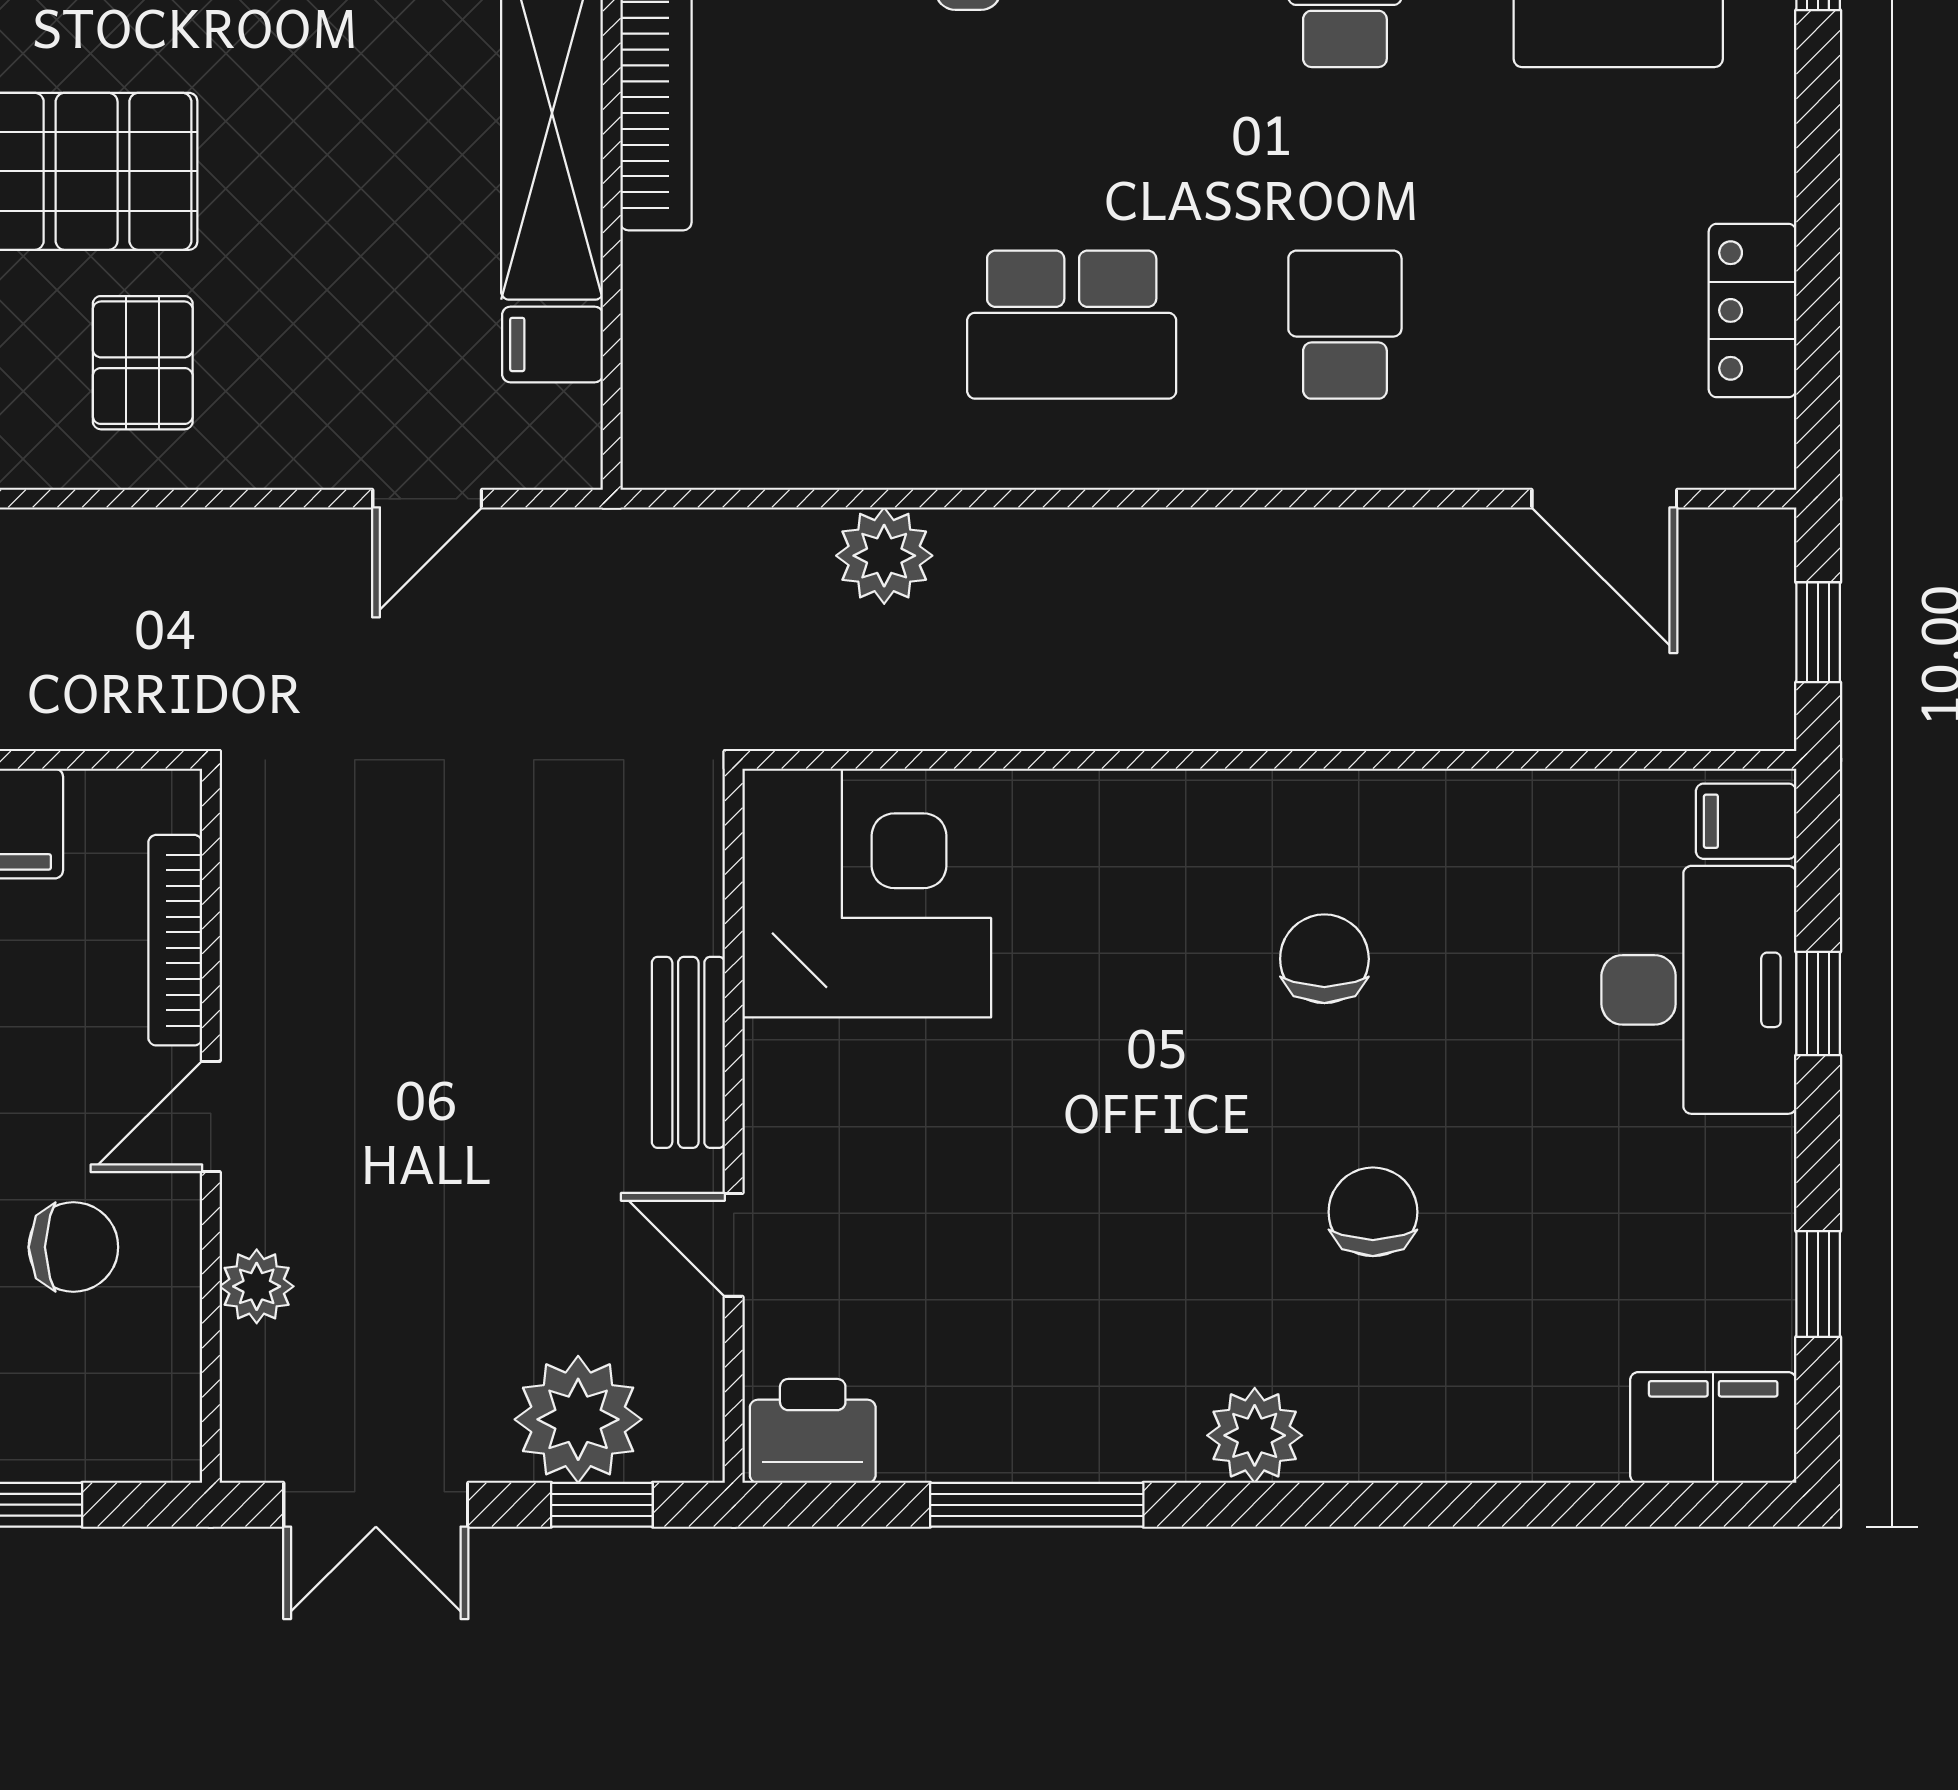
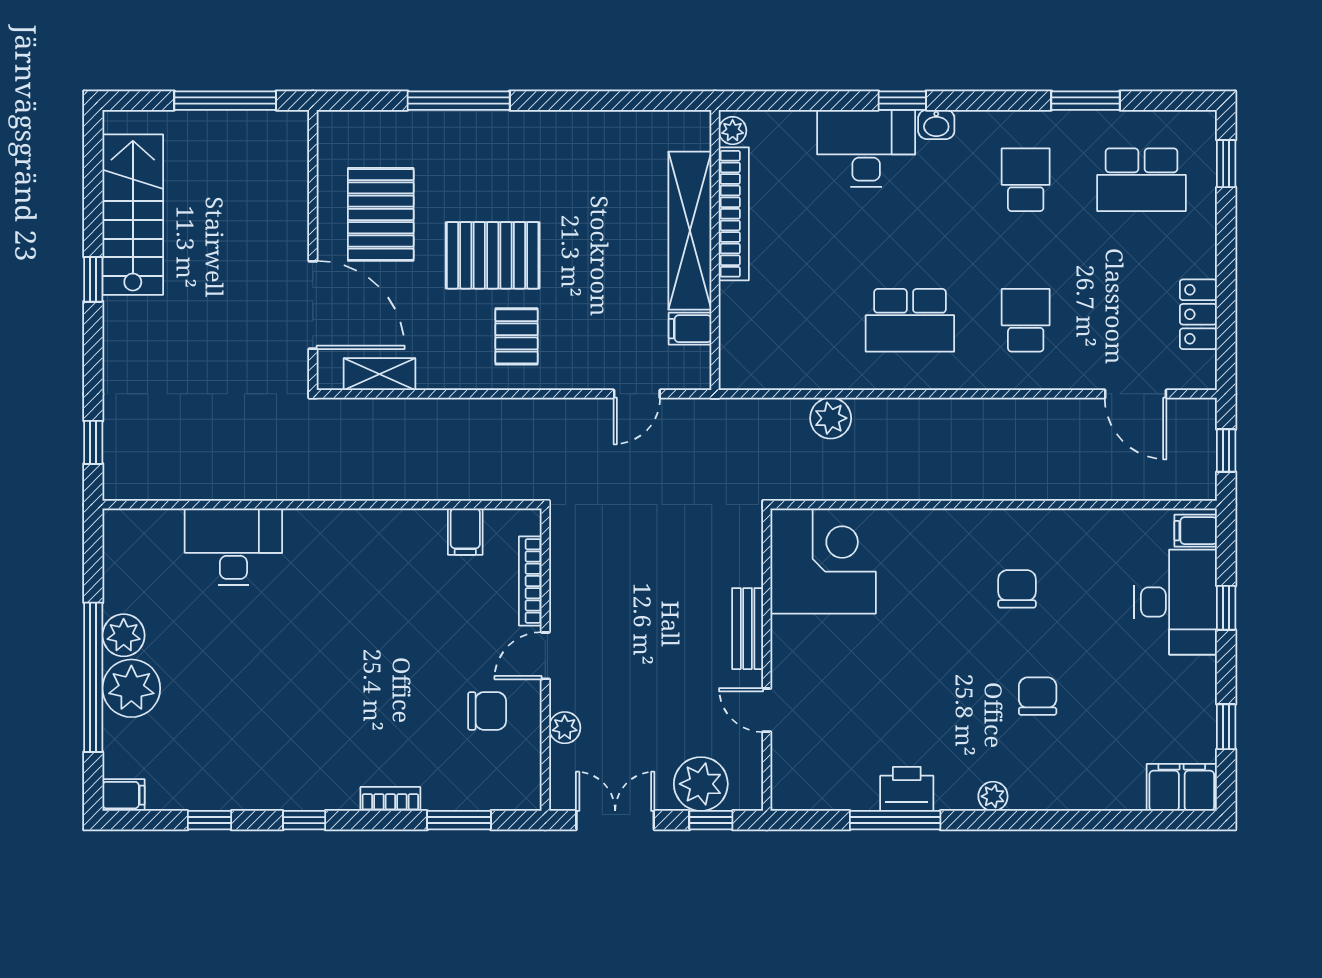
printer: (813, 1431) -> (907, 789), moved
plant: (1255, 1435) -> (993, 796), width x0.73, depth x0.73
double door: (376, 1505) -> (615, 820), swing flipped

